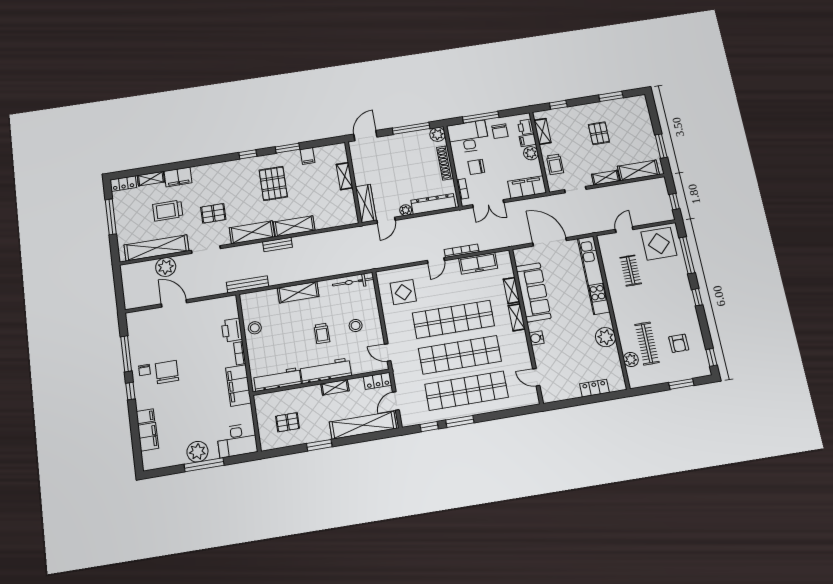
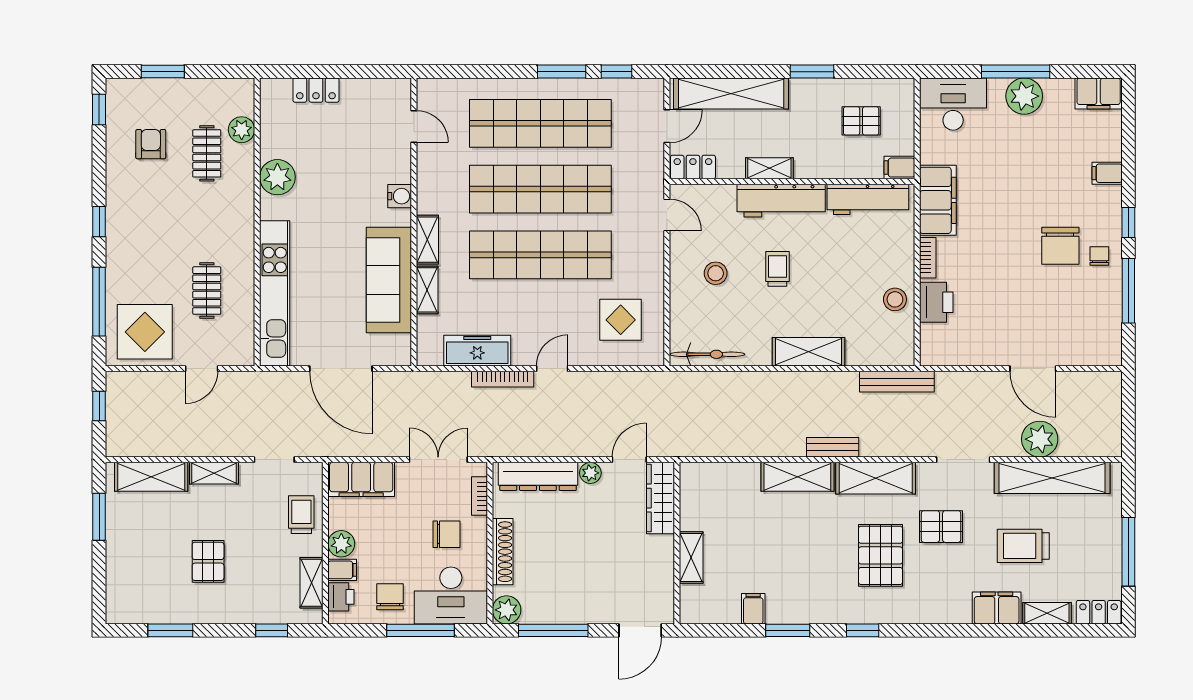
pallet: (273, 184) -> (881, 555), moved
trolley: (168, 211) -> (1023, 546), turned 180
clothes rail: (647, 343) -> (207, 153), width x0.73
filing cabinet: (262, 400) -> (899, 168), added
filing cabinet: (148, 437) -> (1099, 93), moved, turned -90

